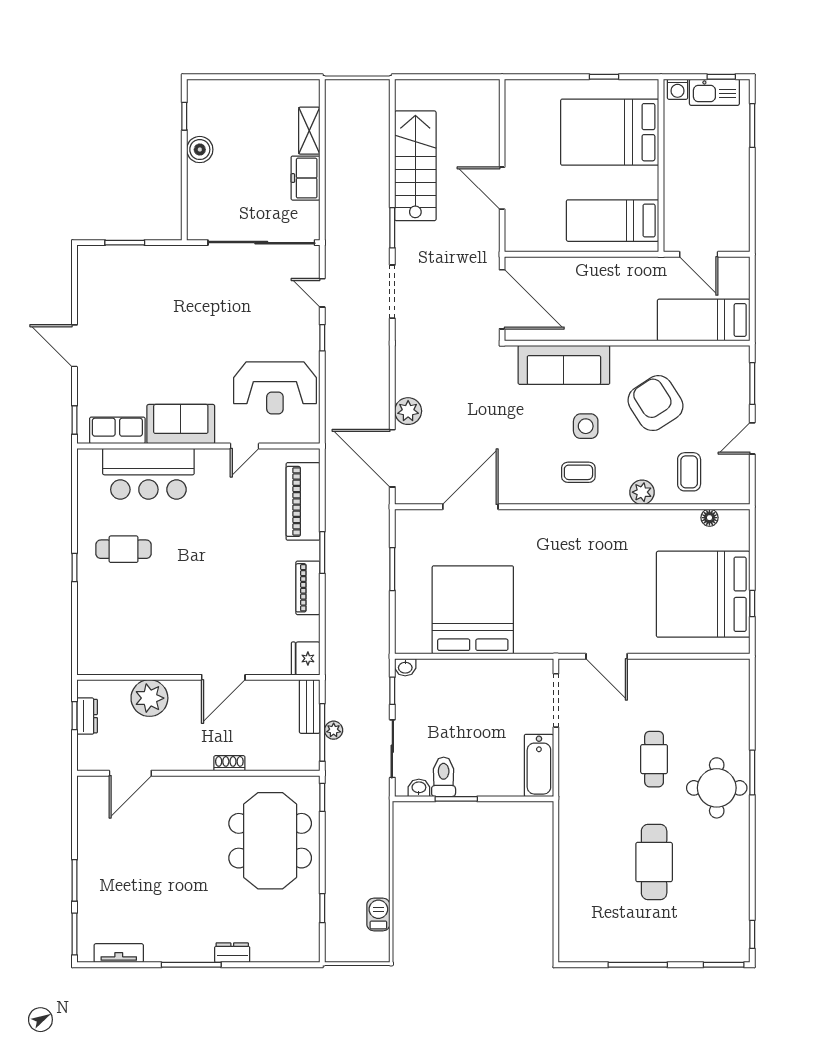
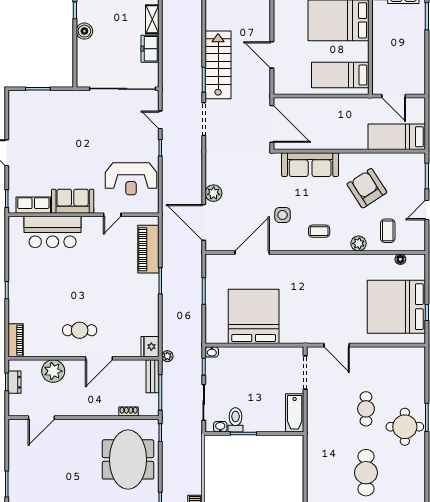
stairs: (415, 166) -> (218, 65), moved
side table: (586, 426) -> (283, 215), moved
cafe table: (124, 549) -> (80, 330), moved
piano: (308, 588) -> (16, 340), moved, turned 180
plant: (334, 730) -> (167, 356), moved
shoe rack: (229, 763) -> (129, 411), moved

